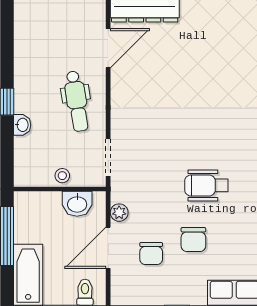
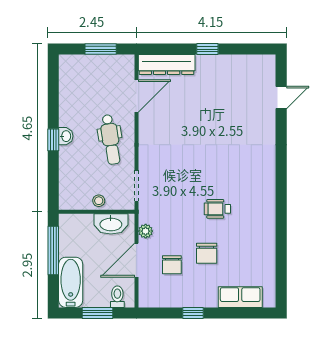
washbasin: (22, 125) -> (66, 136), moved
wheelchair: (206, 185) -> (217, 209), width x0.73, depth x0.73
washbasin: (77, 204) -> (111, 224), width x1.38

